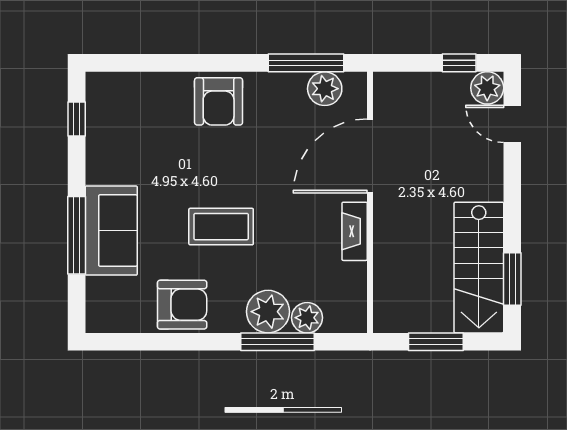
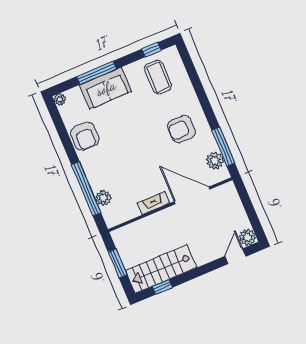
window: (459, 63) -> (254, 219), removed
armchair: (219, 101) -> (182, 129), moved
coffee table: (221, 227) -> (158, 77), moved
window: (512, 279) -> (162, 287), width x0.67
plant: (268, 312) -> (60, 99), moved, width x0.53, depth x0.53
window: (277, 342) -> (86, 189), width x1.46

